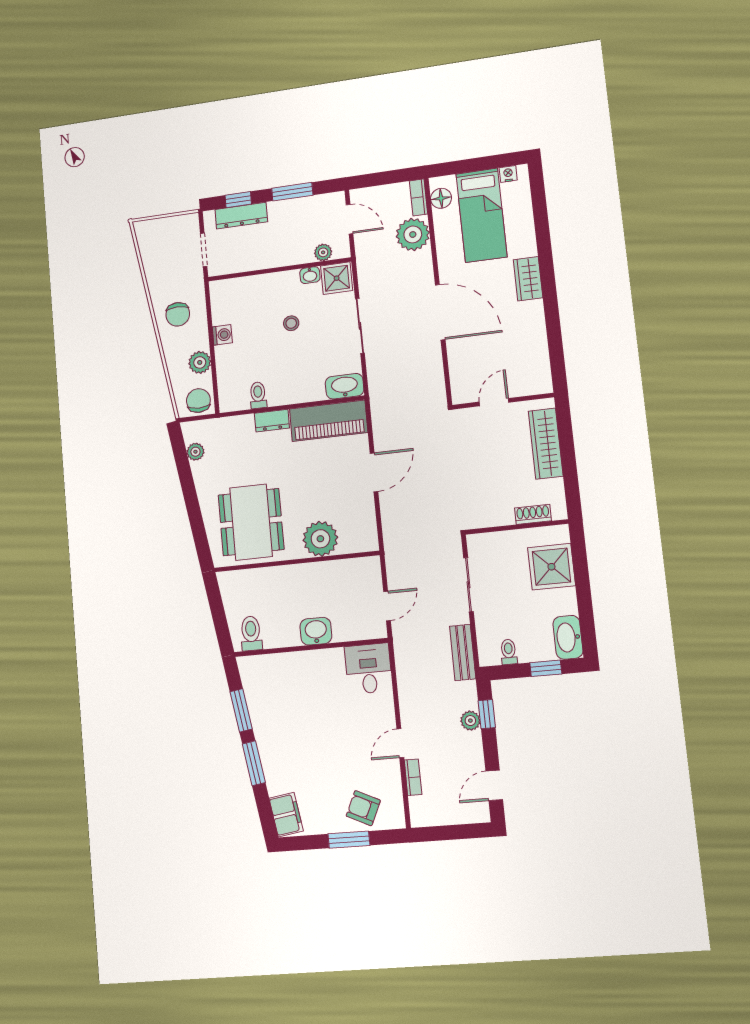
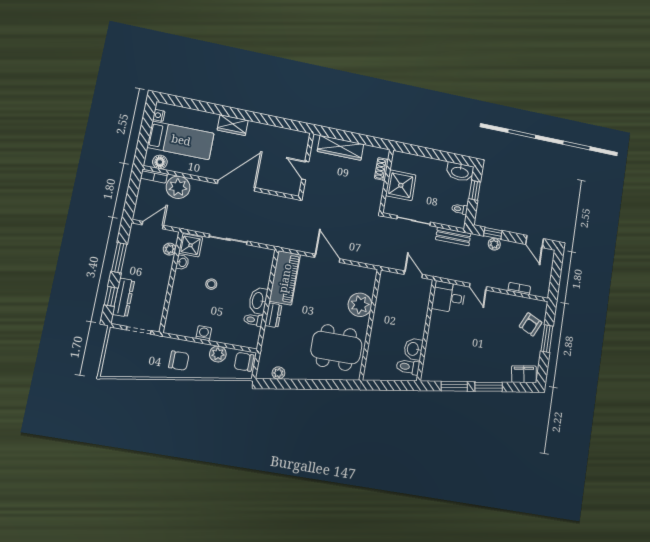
washbasin: (345, 386) -> (258, 301), moved
shower: (551, 567) -> (401, 185), moved
washbasin: (316, 631) -> (413, 349), moved
door: (400, 743) -> (478, 287), moved

